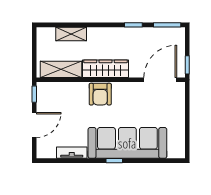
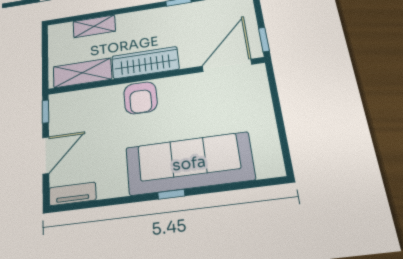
tv unit: (72, 153) -> (72, 194), moved

